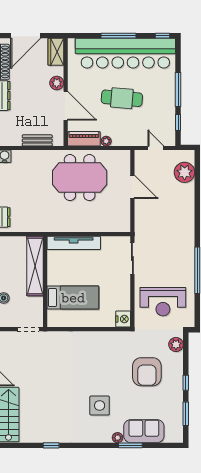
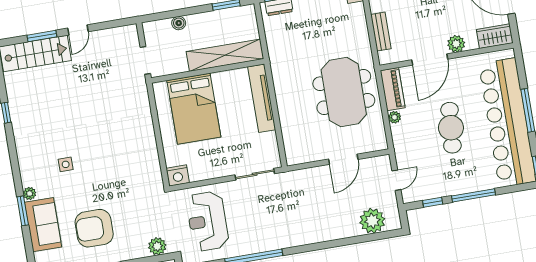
bed: (73, 298) -> (194, 109), width x1.50
armchair: (147, 372) -> (94, 228), moved
side table: (100, 405) -> (66, 164), width x0.54, depth x0.54

